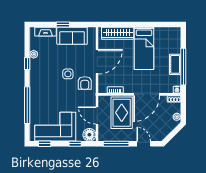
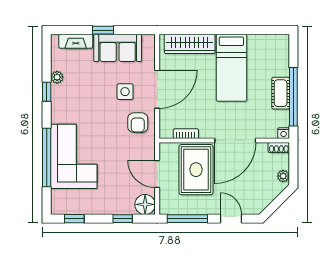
side table: (68, 74) -> (125, 92), moved
corner sofa: (55, 127) -> (74, 156), moved, turned 90

